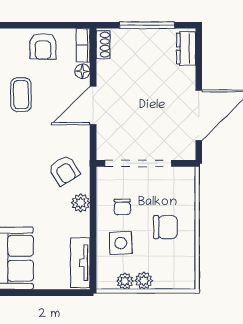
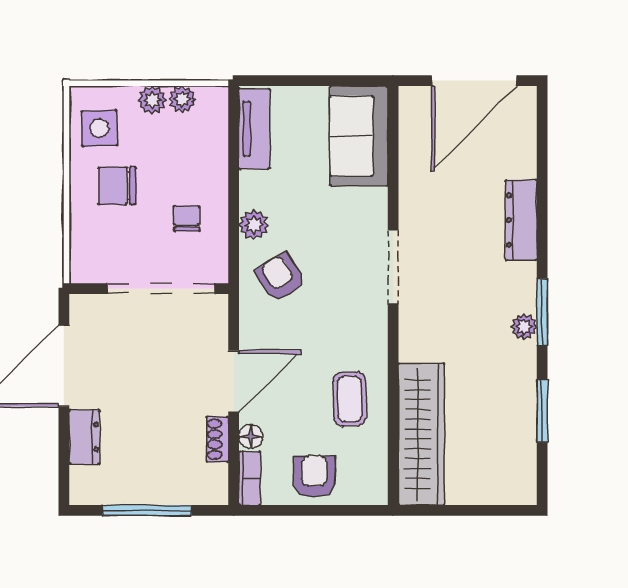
shoe rack: (103, 45) -> (217, 439), moved
dresser: (186, 49) -> (84, 437), moved
side table: (121, 243) -> (99, 128), moved

